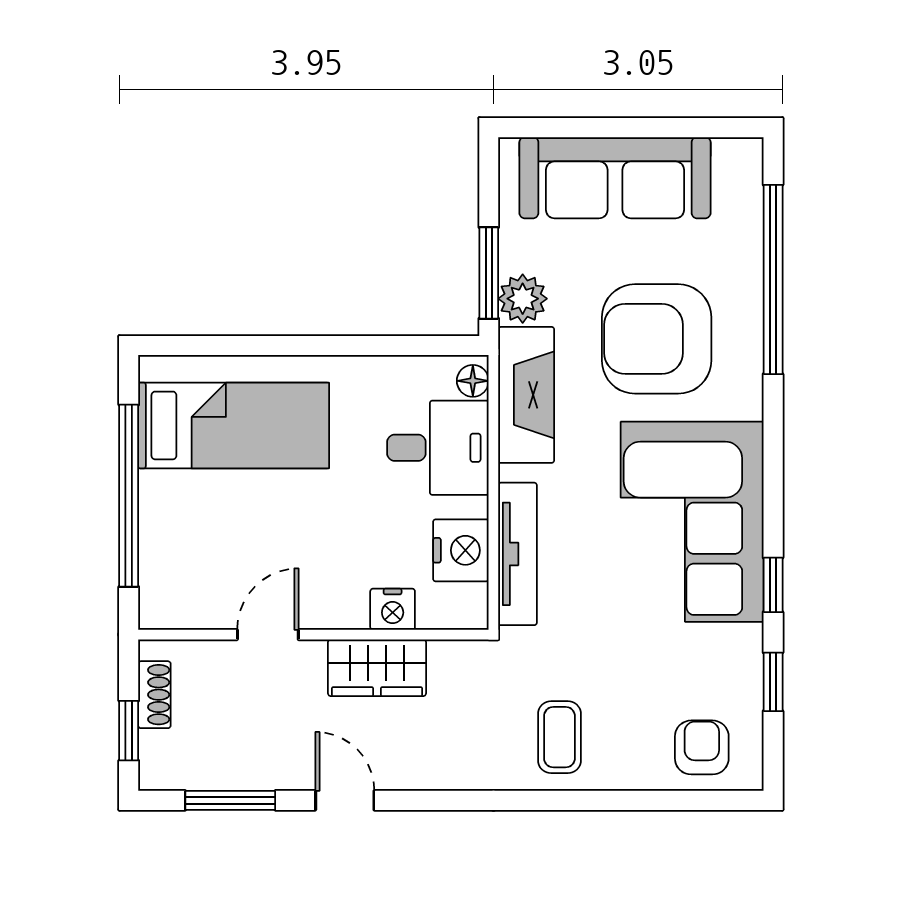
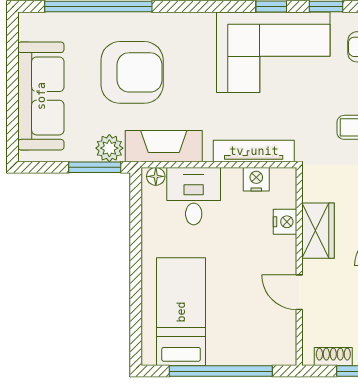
armchair: (657, 339) -> (132, 72), turned -90
corner sofa: (692, 522) -> (273, 52), moved
nightstand: (461, 550) -> (256, 179), width x0.74, depth x0.75

